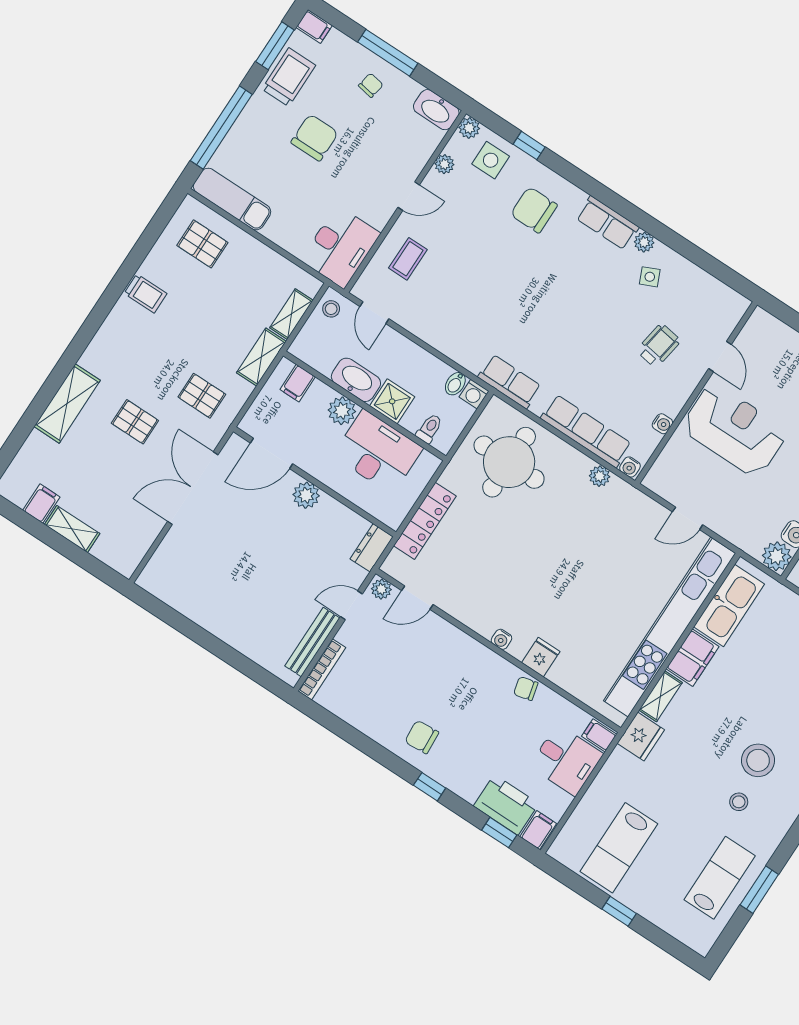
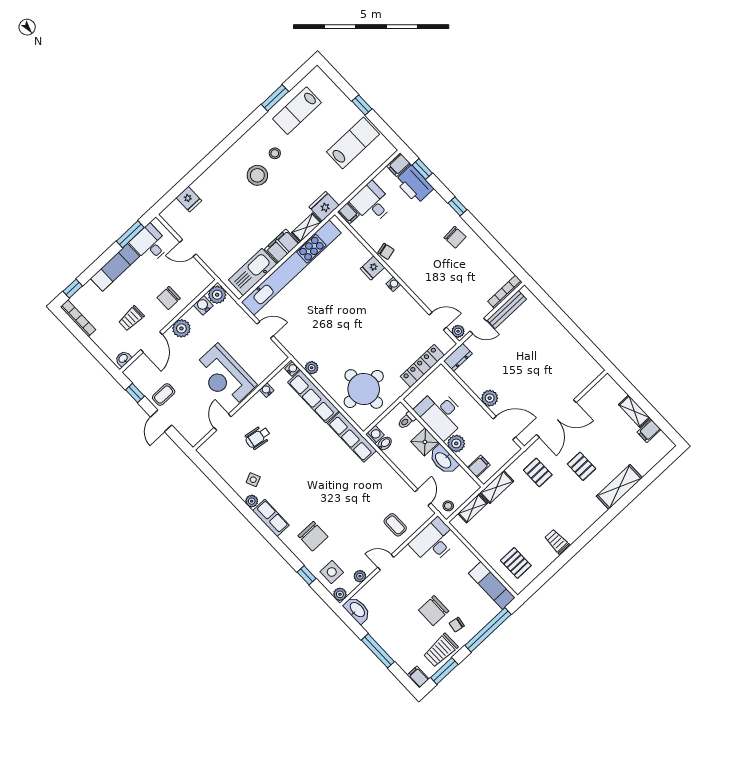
chair: (371, 85) -> (457, 625), moved
coffee table: (408, 259) -> (395, 525), turned 90
row of seats: (510, 382) -> (352, 437), width x1.48

